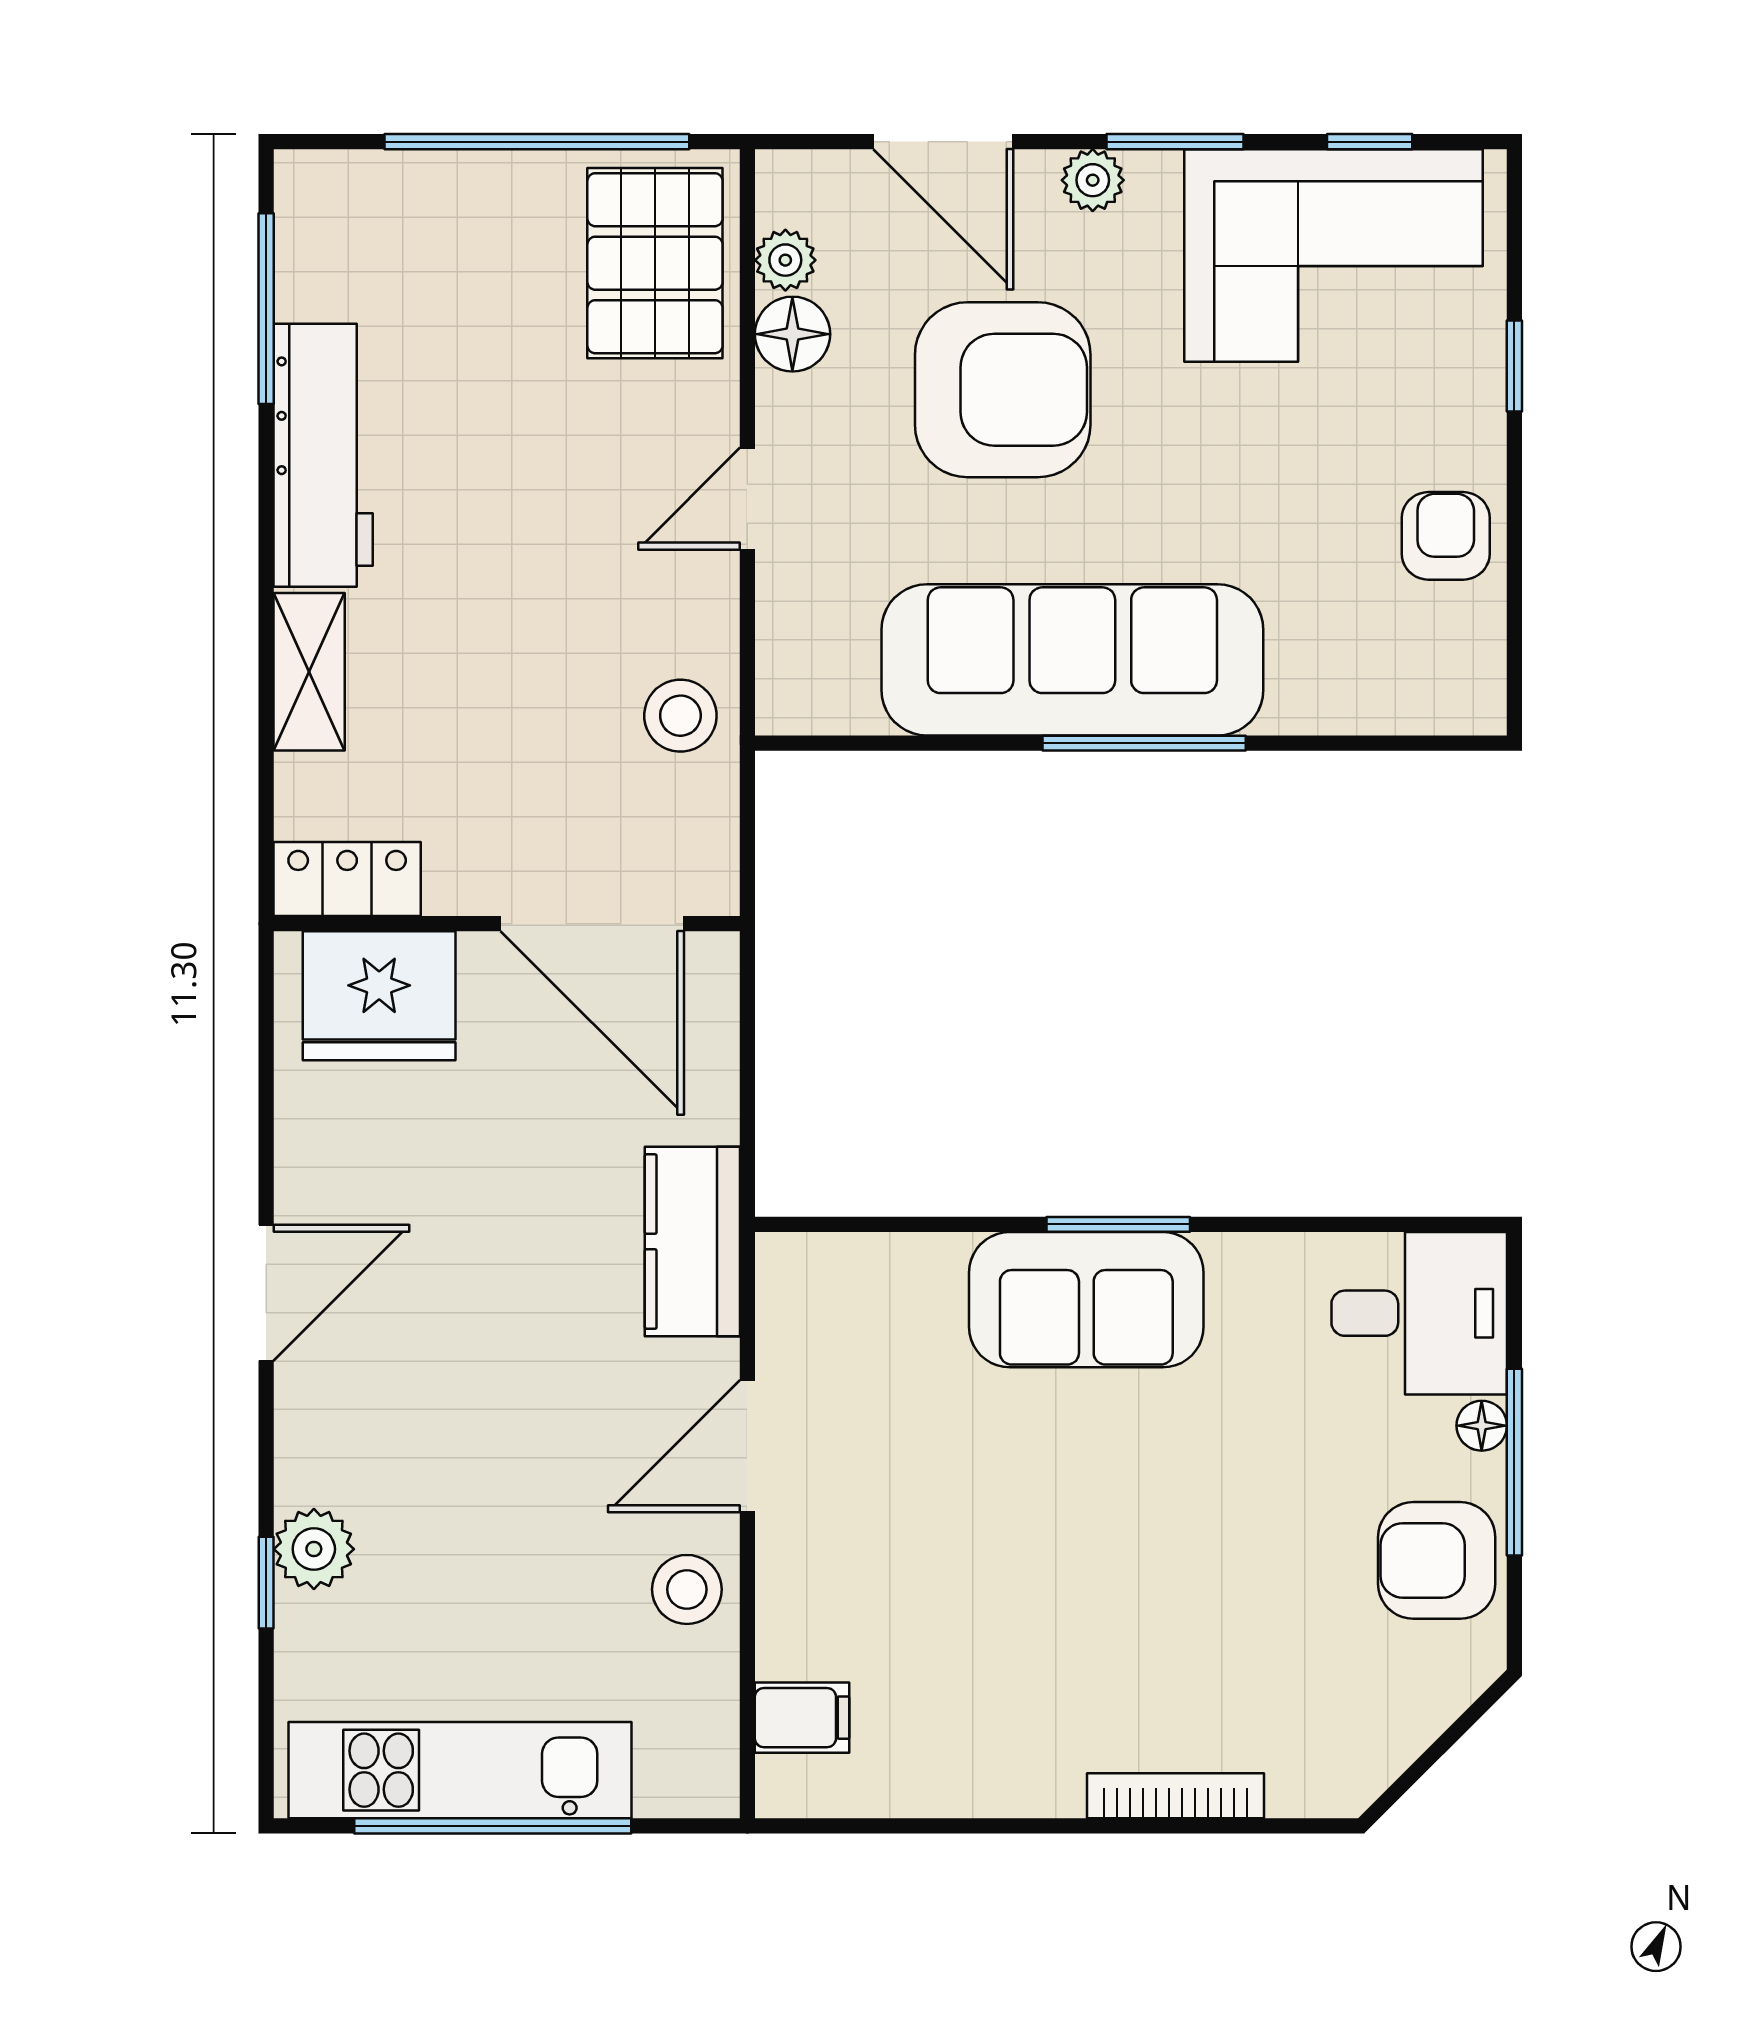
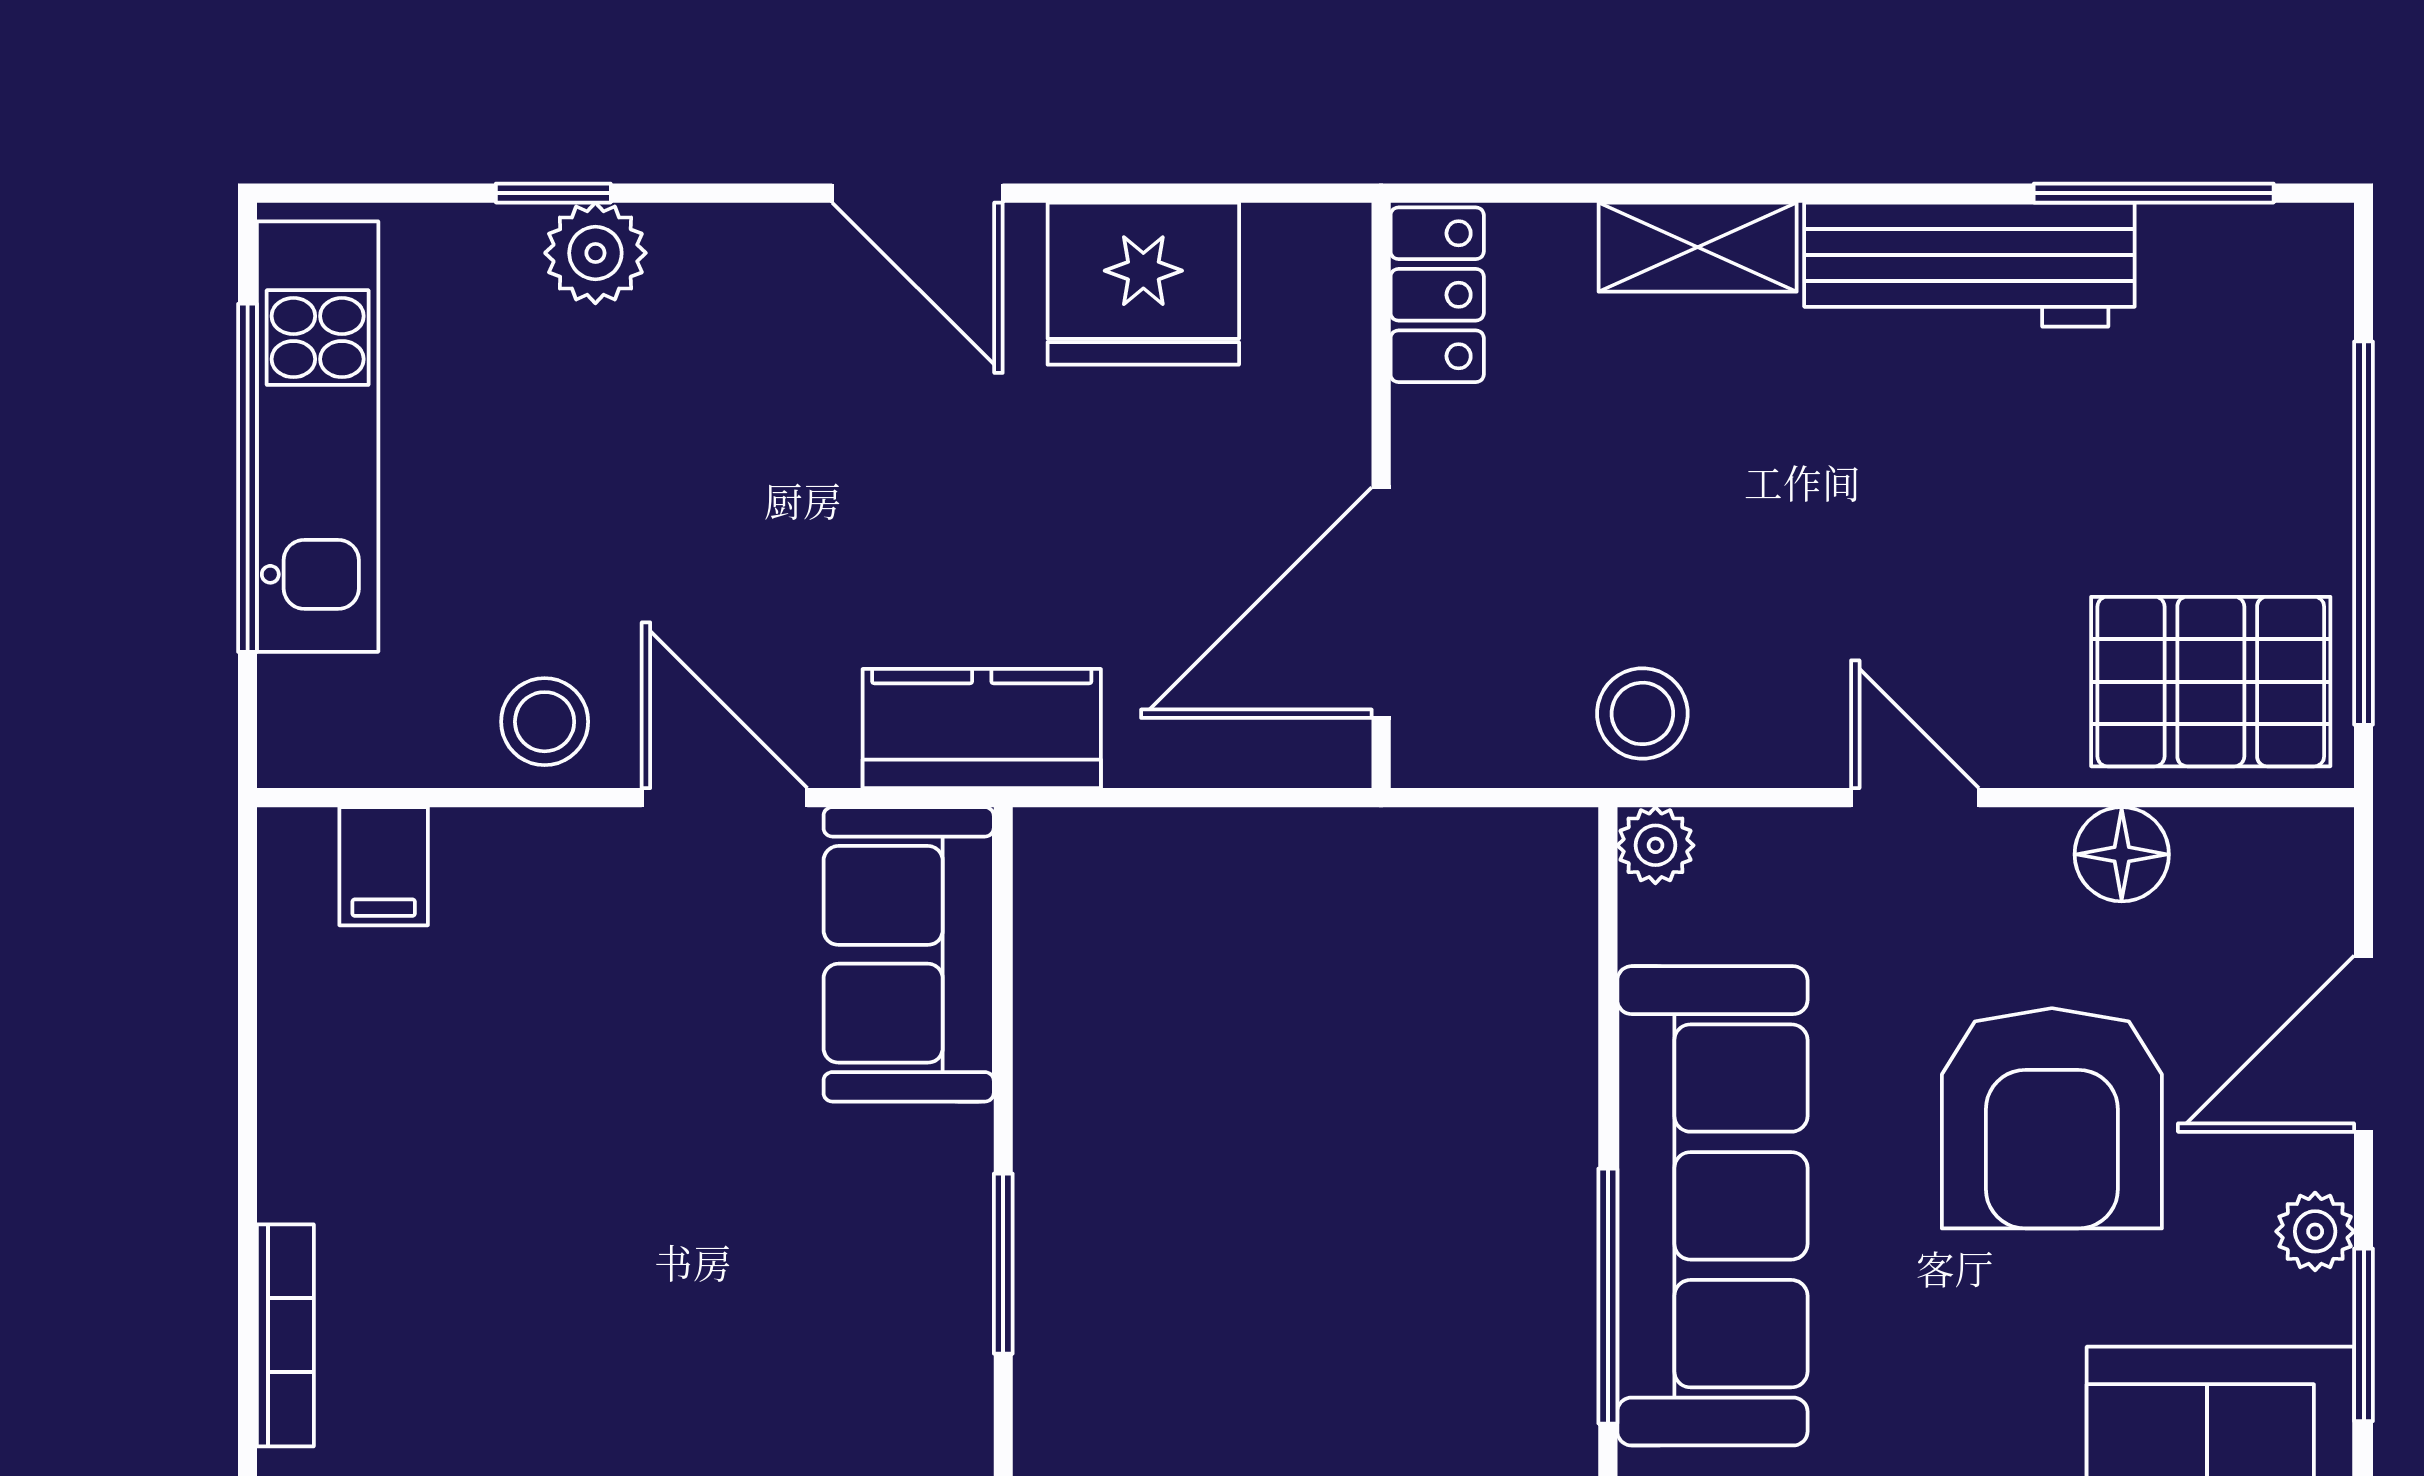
plant: (785, 260) -> (1655, 845), moved
fridge: (379, 996) -> (1143, 284), moved, turned -90
sofa: (1086, 1300) -> (909, 954), moved

